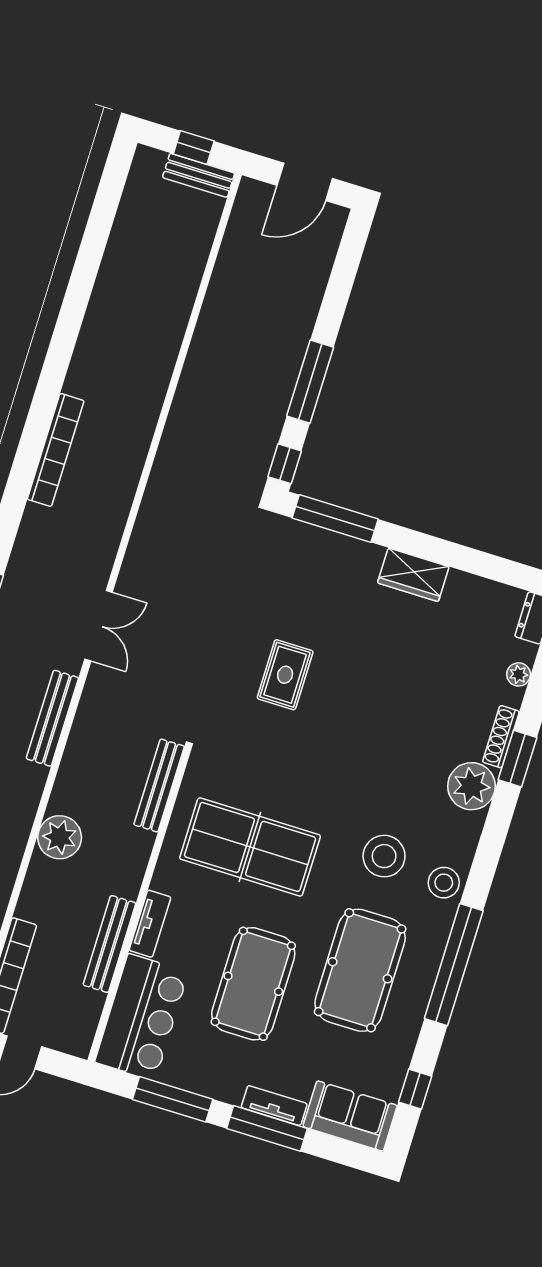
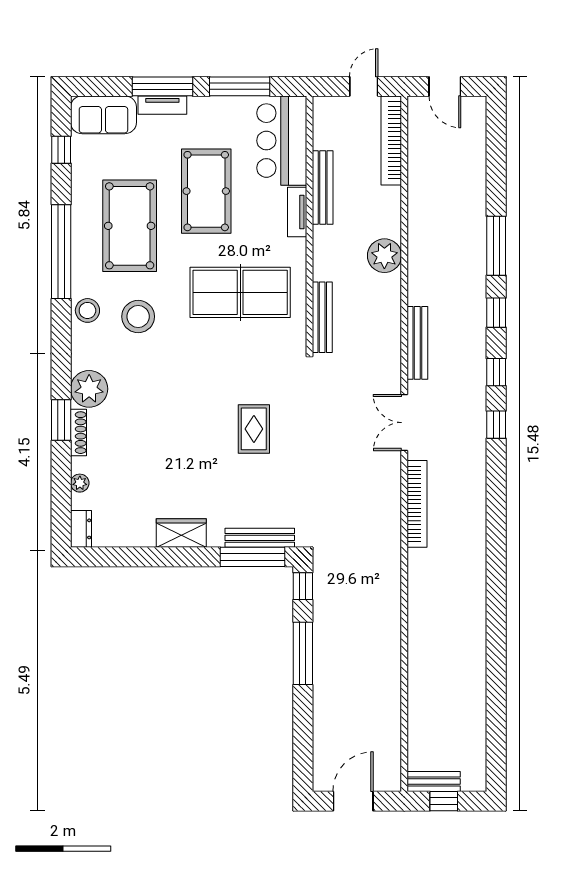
bookcase: (56, 450) -> (417, 504), moved, turned 180
bench: (319, 539) -> (260, 538), added

